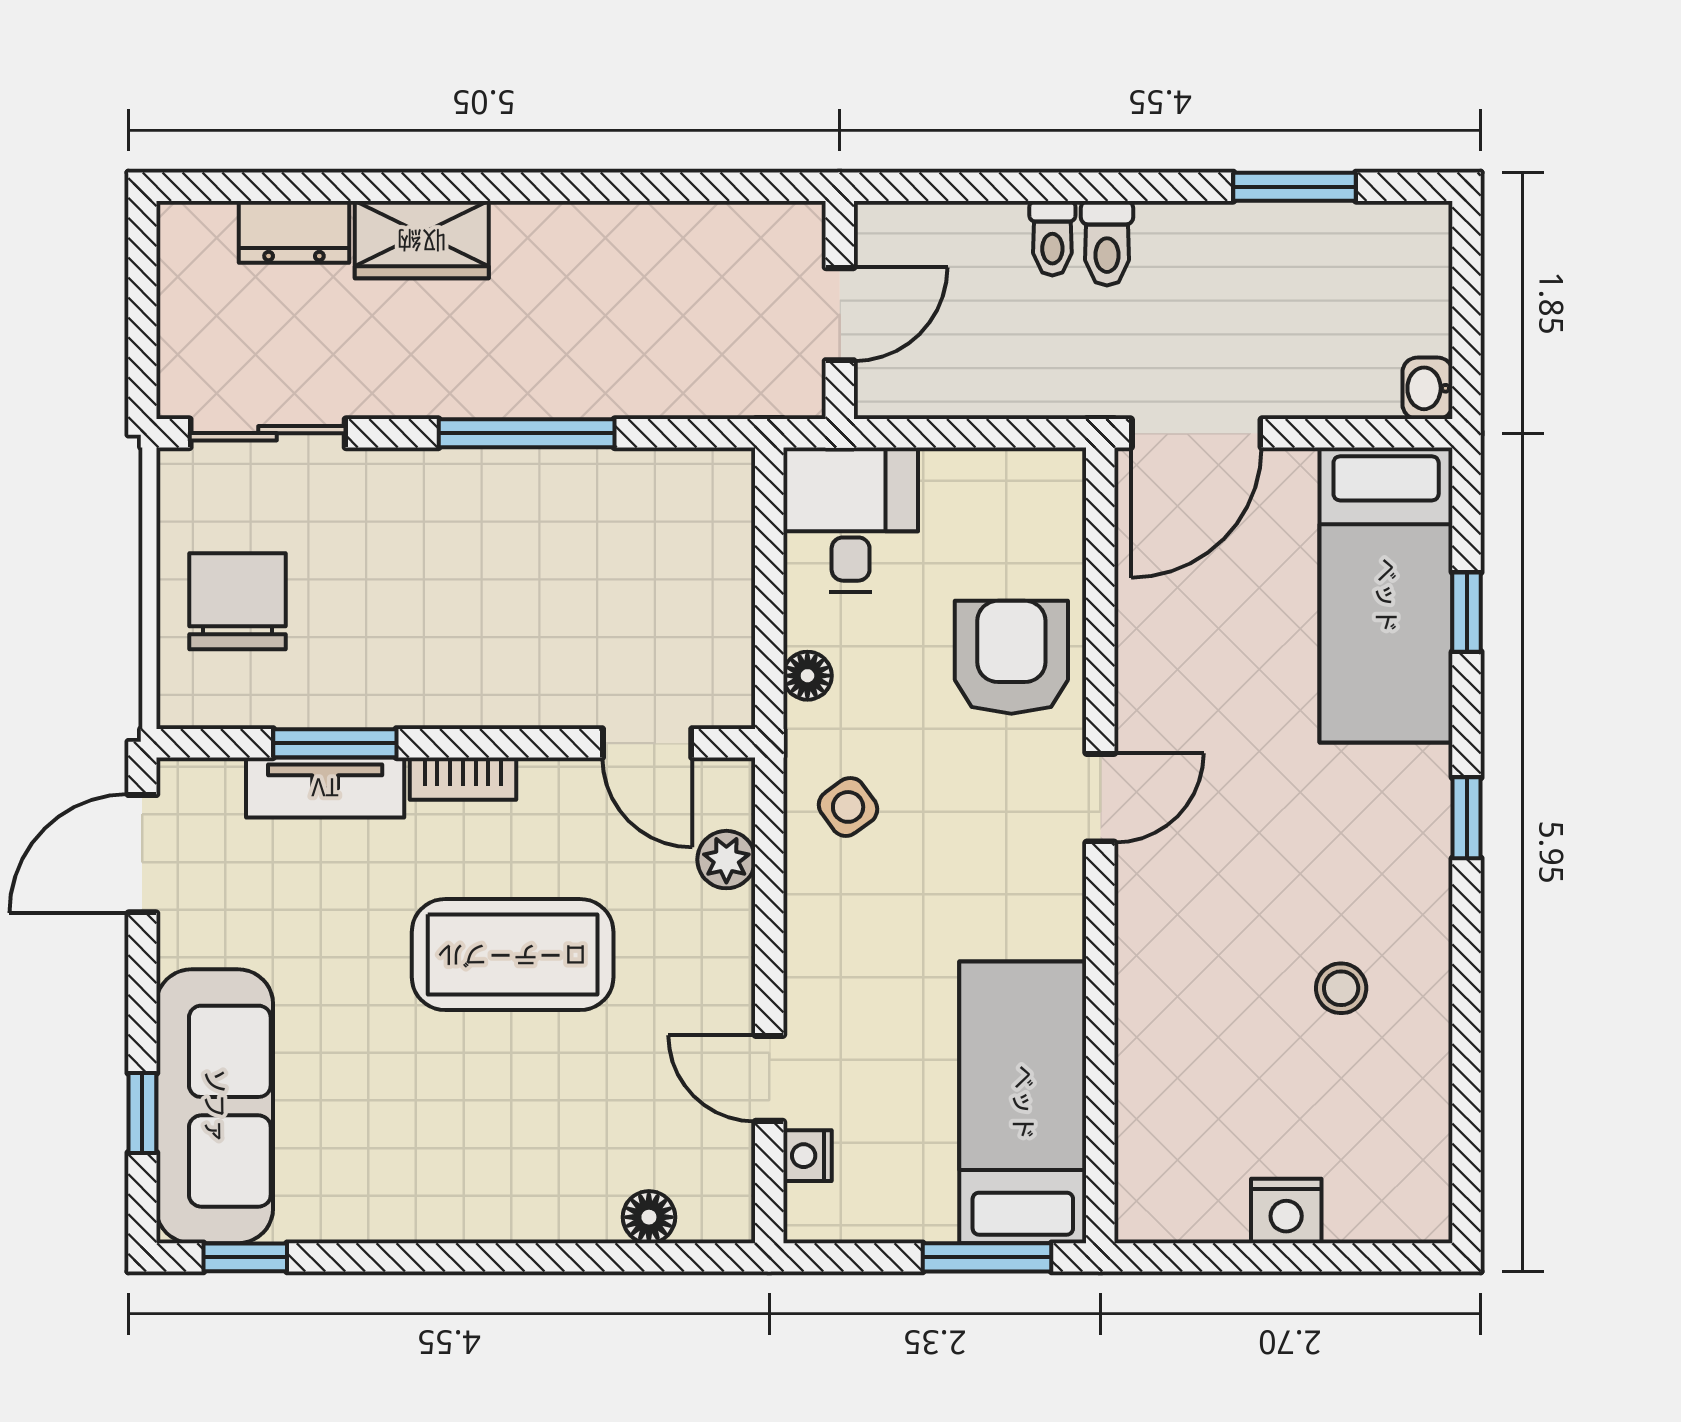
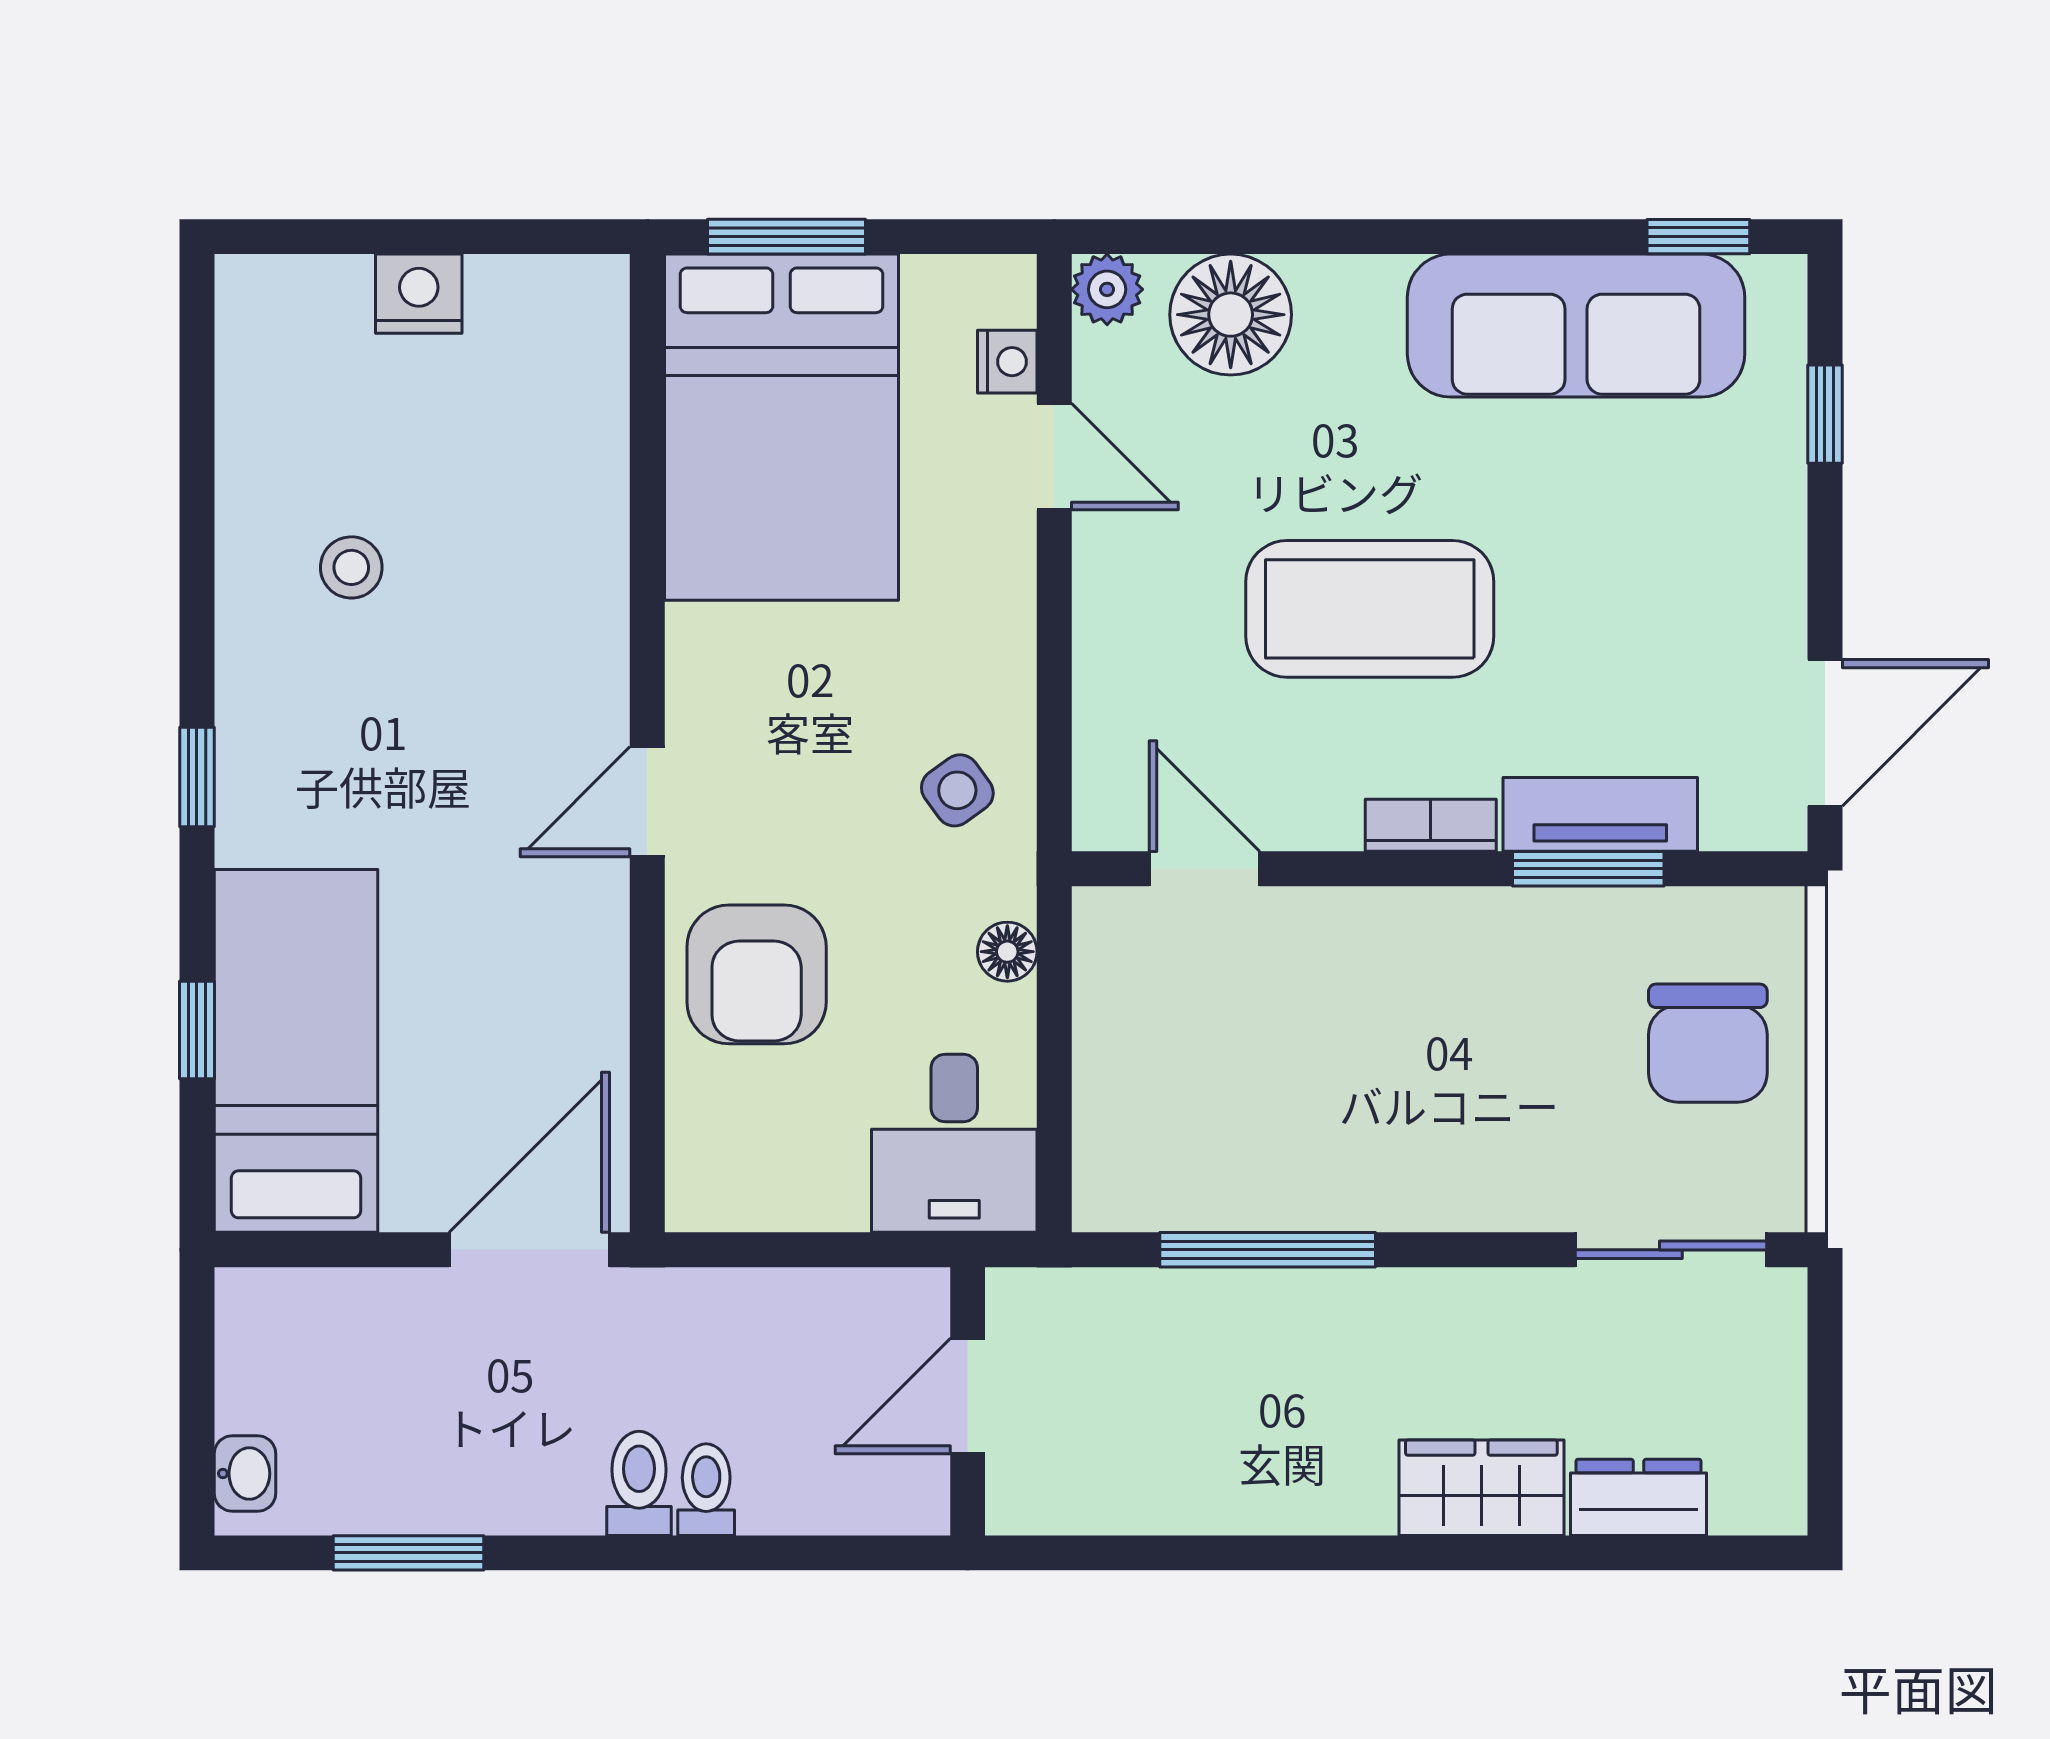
washbasin: (1428, 388) -> (245, 1473), moved
window: (527, 433) -> (1268, 1250), moved
plant: (726, 860) -> (1107, 289), moved
bed: (1023, 1102) -> (782, 427), width x1.50
sofa: (215, 1106) -> (1576, 326), moved, turned -90
floor lamp: (649, 1217) -> (1231, 315), width x1.89, depth x1.89

